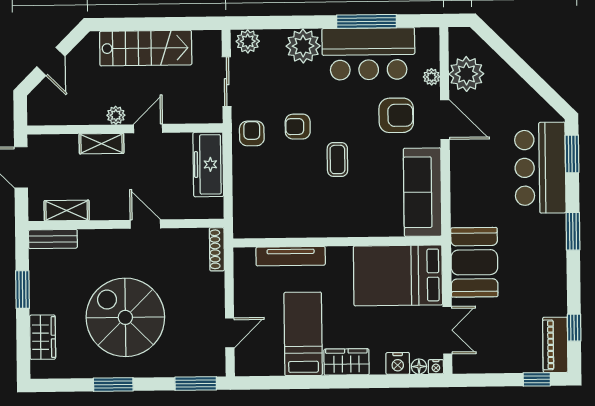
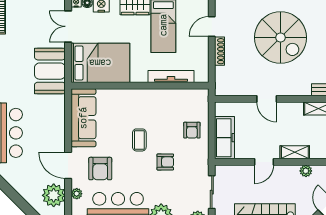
plant: (116, 115) -> (306, 171), moved
armchair: (396, 115) -> (100, 169), turned -90
armchair: (252, 133) -> (192, 130), moved
shoe rack: (217, 249) -> (220, 51), moved

